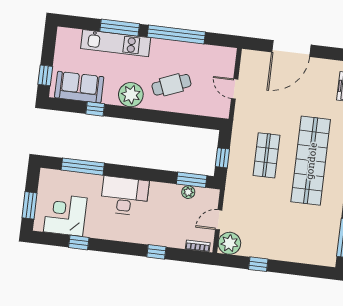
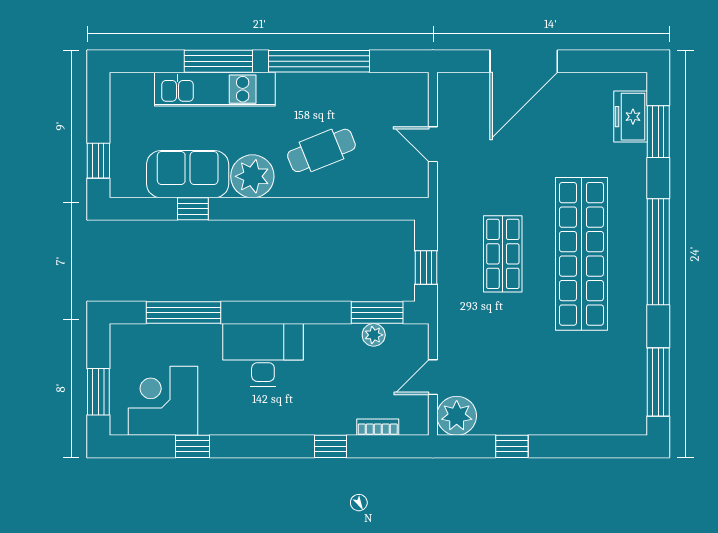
sofa: (79, 87) -> (188, 174), moved
bookcase: (198, 246) -> (378, 427), moved

